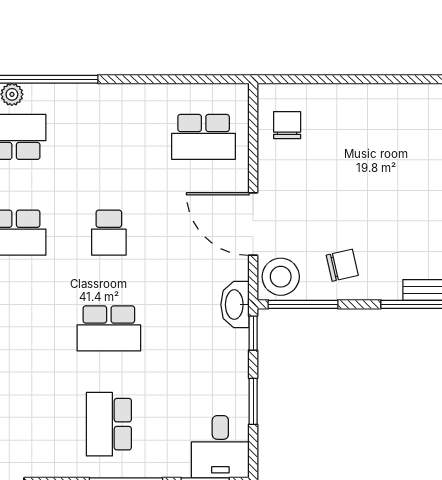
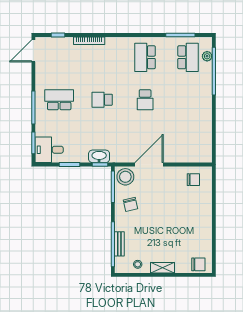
school desk: (204, 137) -> (188, 142), removed
school desk: (109, 233) -> (145, 100), turned -90
washbasin: (235, 305) -> (99, 156), moved
school desk: (109, 328) -> (102, 100), width x0.54

